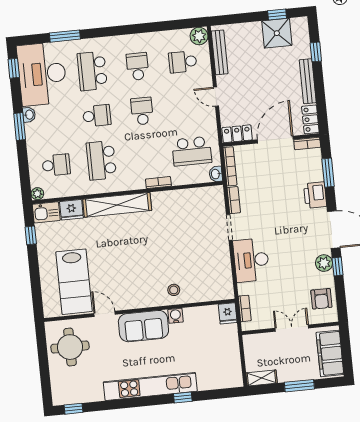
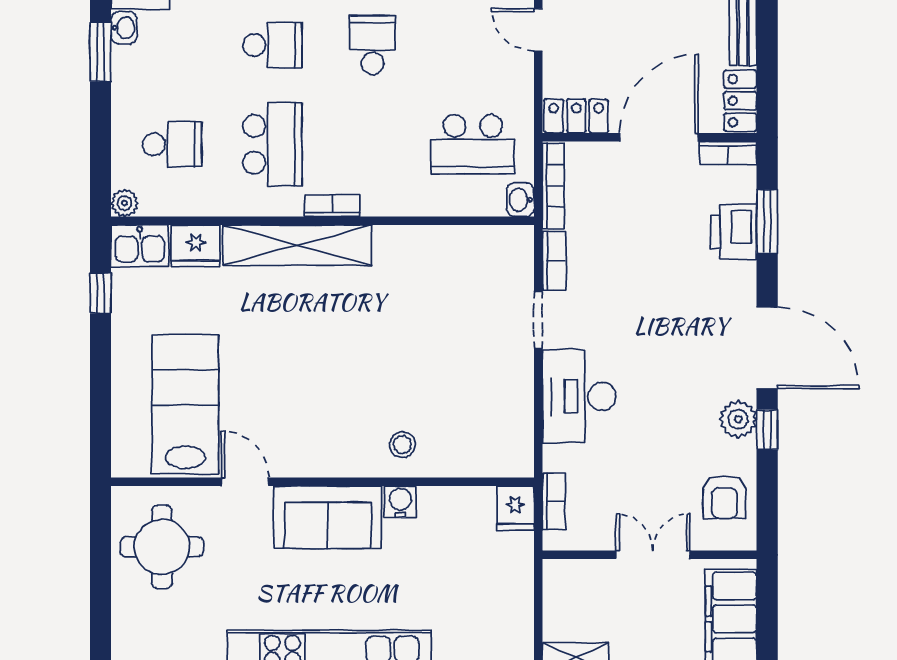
school desk: (101, 160) -> (272, 144), turned 180
bookcase: (158, 183) -> (332, 206), moved
printer: (315, 195) -> (734, 232), moved
lab bench: (74, 282) -> (185, 404), turned 180

